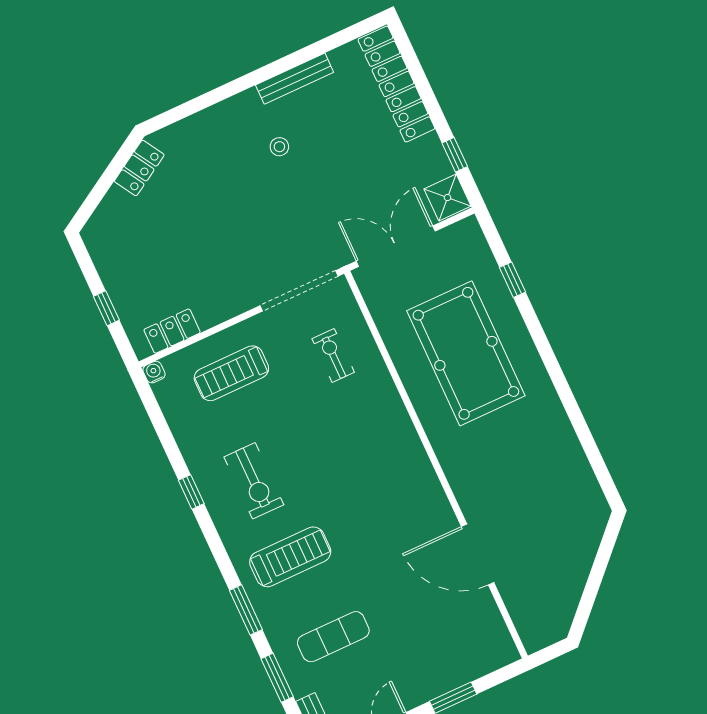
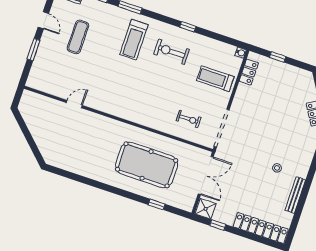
treadmill: (231, 373) -> (215, 79), turned -90
door: (478, 555) -> (74, 104), width x0.53
exercise mat: (333, 637) -> (78, 37), moved

